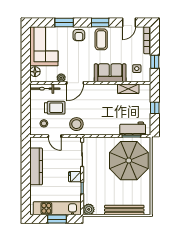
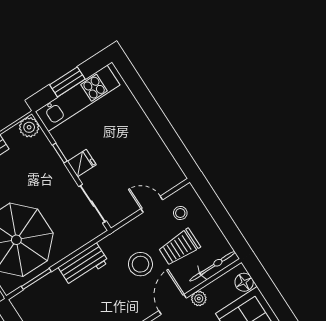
stool: (76, 124) -> (140, 264), moved
workbench: (133, 129) -> (83, 265), moved
kitchen counter: (36, 166) -> (150, 141), removed

